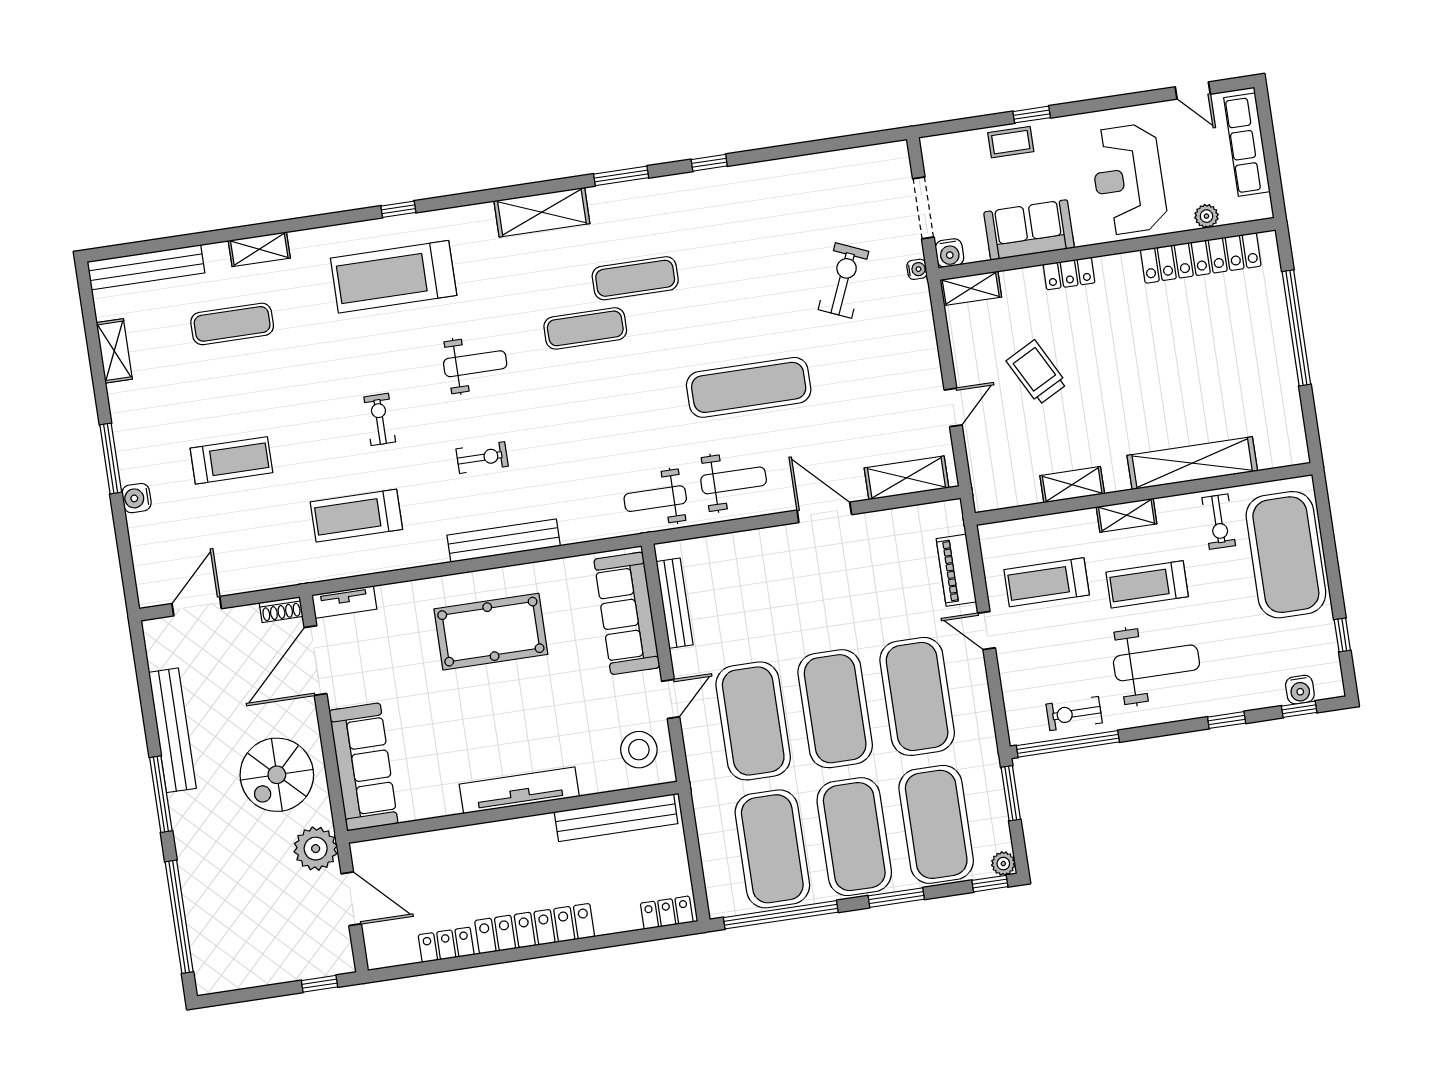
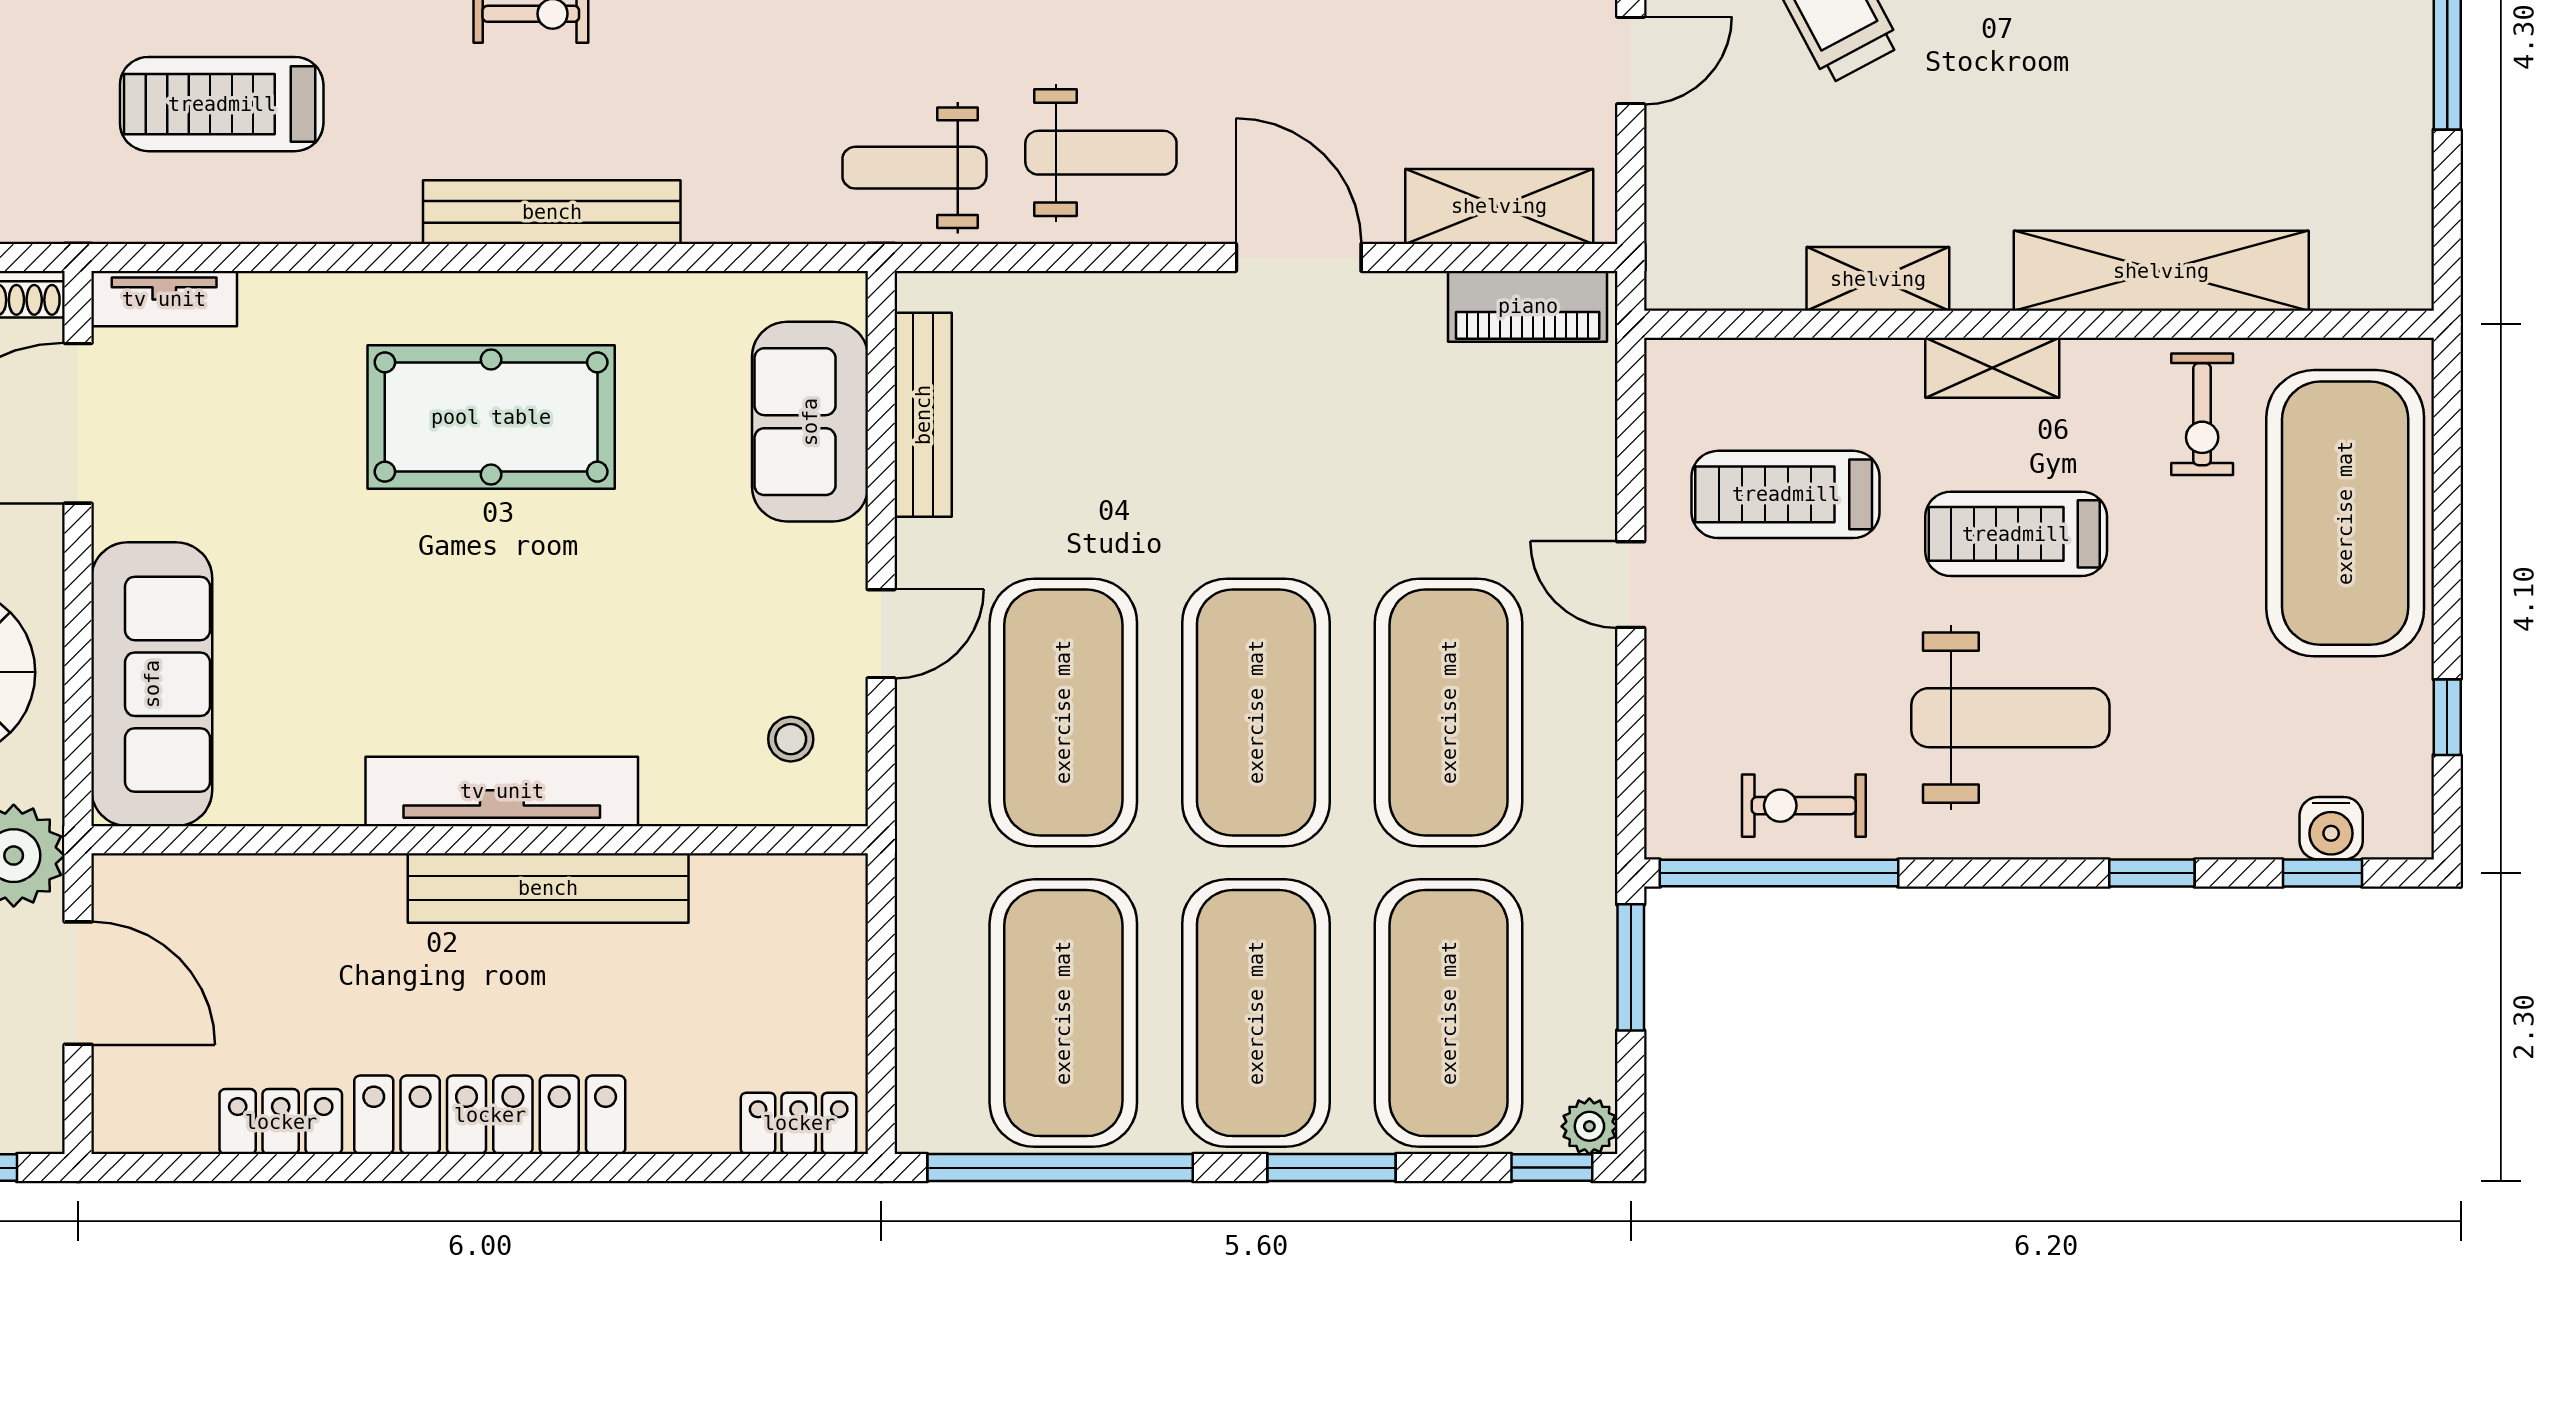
piano: (956, 570) -> (1528, 306), moved, turned -90
sofa: (627, 613) -> (810, 422), width x0.73
stool: (639, 750) -> (791, 739), width x0.53, depth x0.53
bench: (616, 818) -> (548, 888), moved

